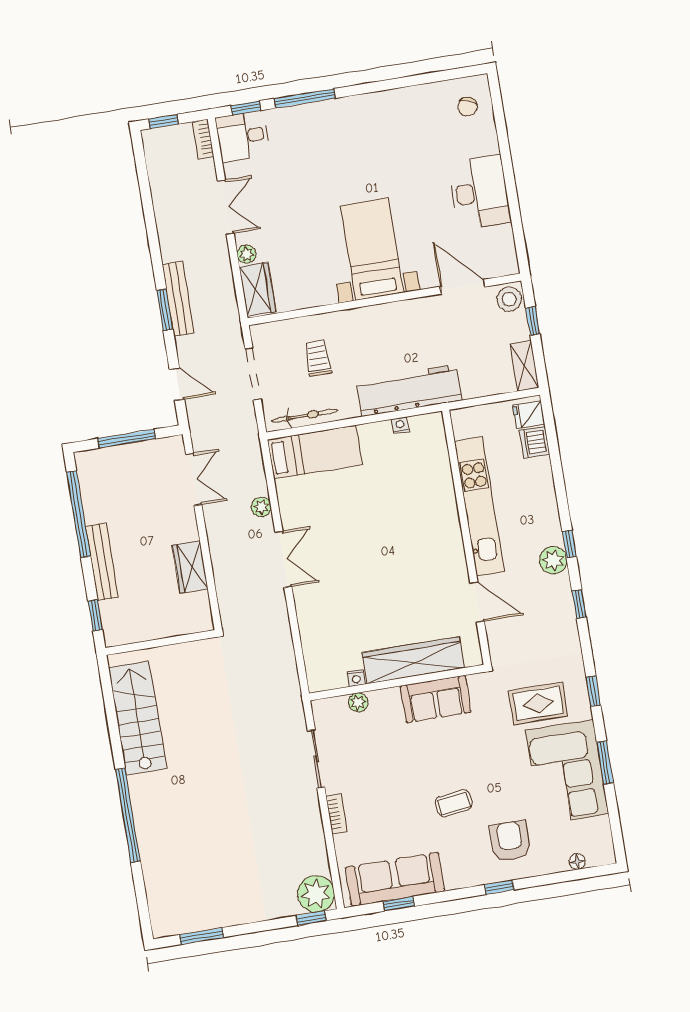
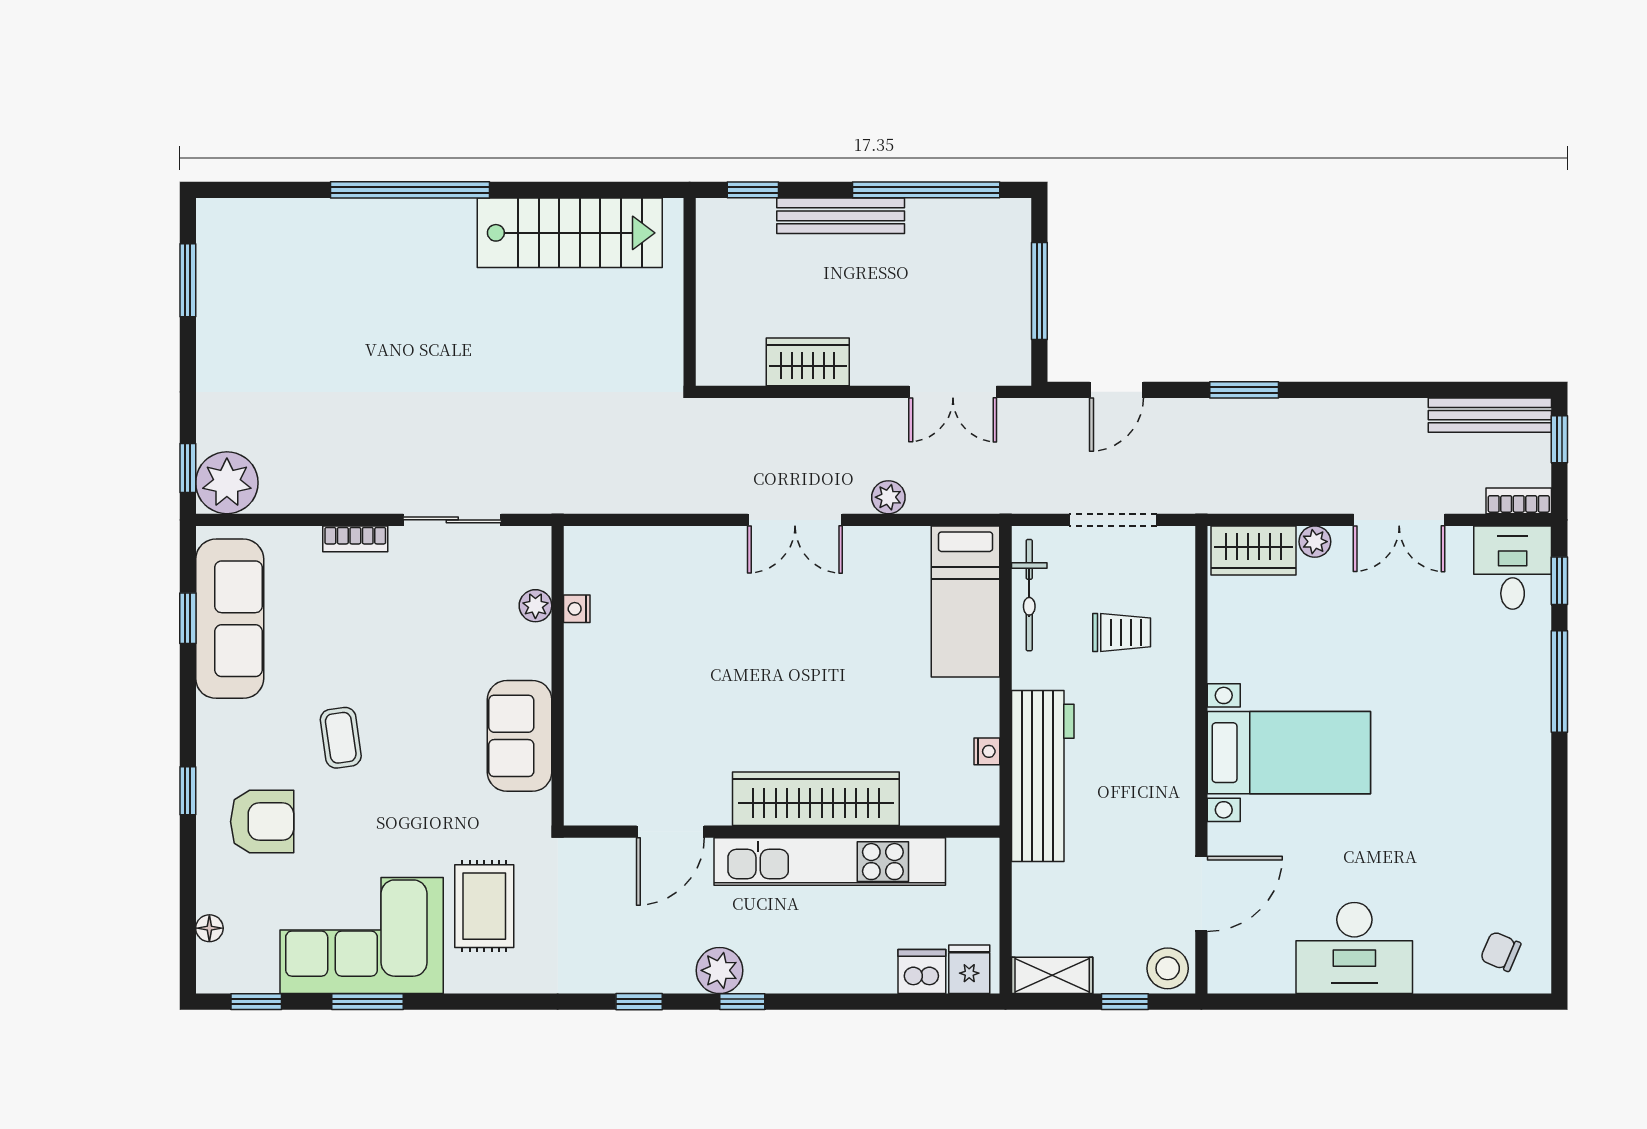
bench: (178, 299) -> (1490, 415), moved
wardrobe: (413, 660) -> (816, 799), moved, turned -90
window: (593, 691) -> (256, 1002), moved

